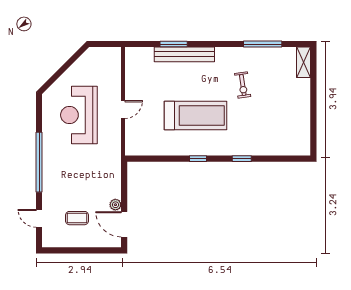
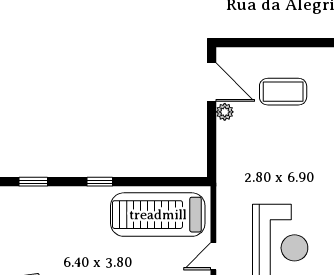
treadmill: (195, 115) -> (158, 215), moved
coffee table: (77, 218) -> (283, 92), width x1.36, depth x1.30

